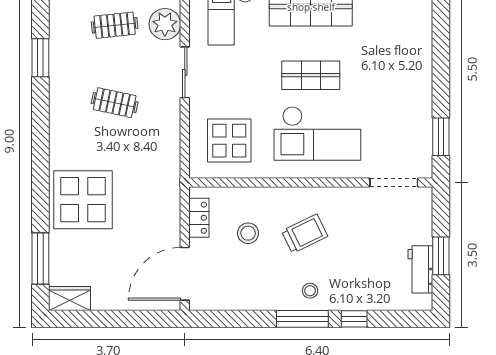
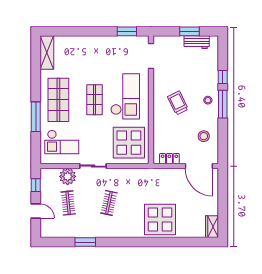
display table: (229, 141) -> (129, 143), width x1.36, depth x1.36
stool: (248, 233) -> (204, 136), moved
window: (40, 258) -> (191, 242), removed

